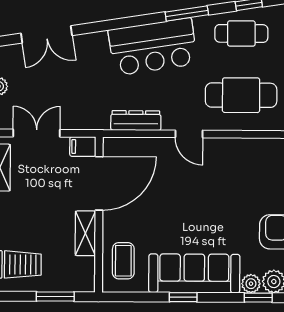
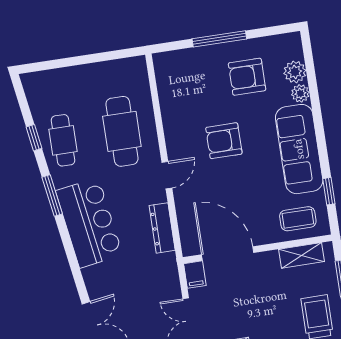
armchair: (215, 198) -> (224, 141), added
shelving: (85, 233) -> (302, 255), moved
window: (183, 297) -> (329, 191), moved
window: (258, 298) -> (313, 84), removed

